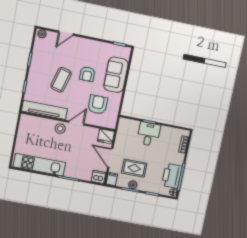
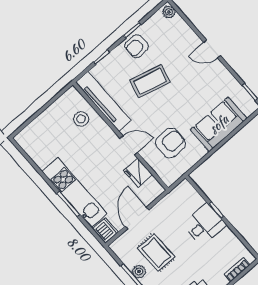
door: (66, 33) -> (212, 49), moved
armchair: (87, 74) -> (137, 46), moved
stool: (60, 129) -> (81, 119), moved
fridge: (106, 136) -> (138, 173), moved
kitchen unit: (39, 165) -> (75, 193), moved
filing cabinet: (112, 179) -> (119, 245), removed

